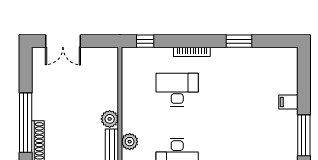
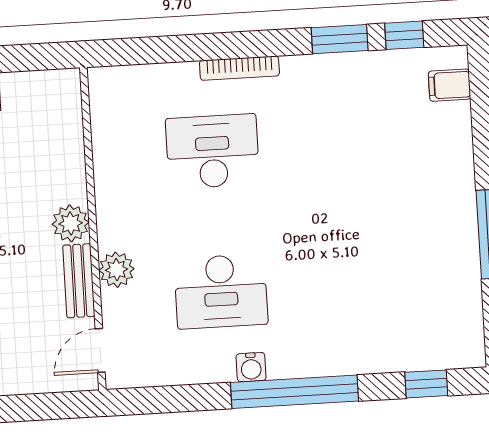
window: (145, 41) -> (404, 35), moved
filing cabinet: (288, 102) -> (450, 85), moved

